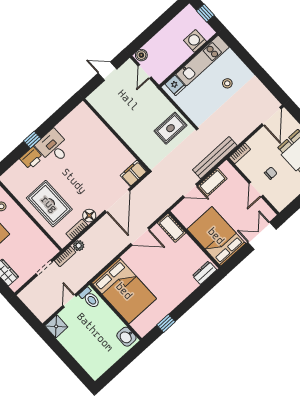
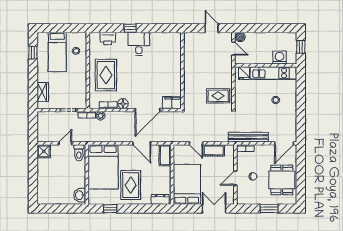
door: (145, 72) -> (233, 48), swing flipped
printer: (31, 158) -> (108, 39), moved
bench: (215, 158) -> (248, 137), moved
rug: (165, 284) -> (131, 185), added

